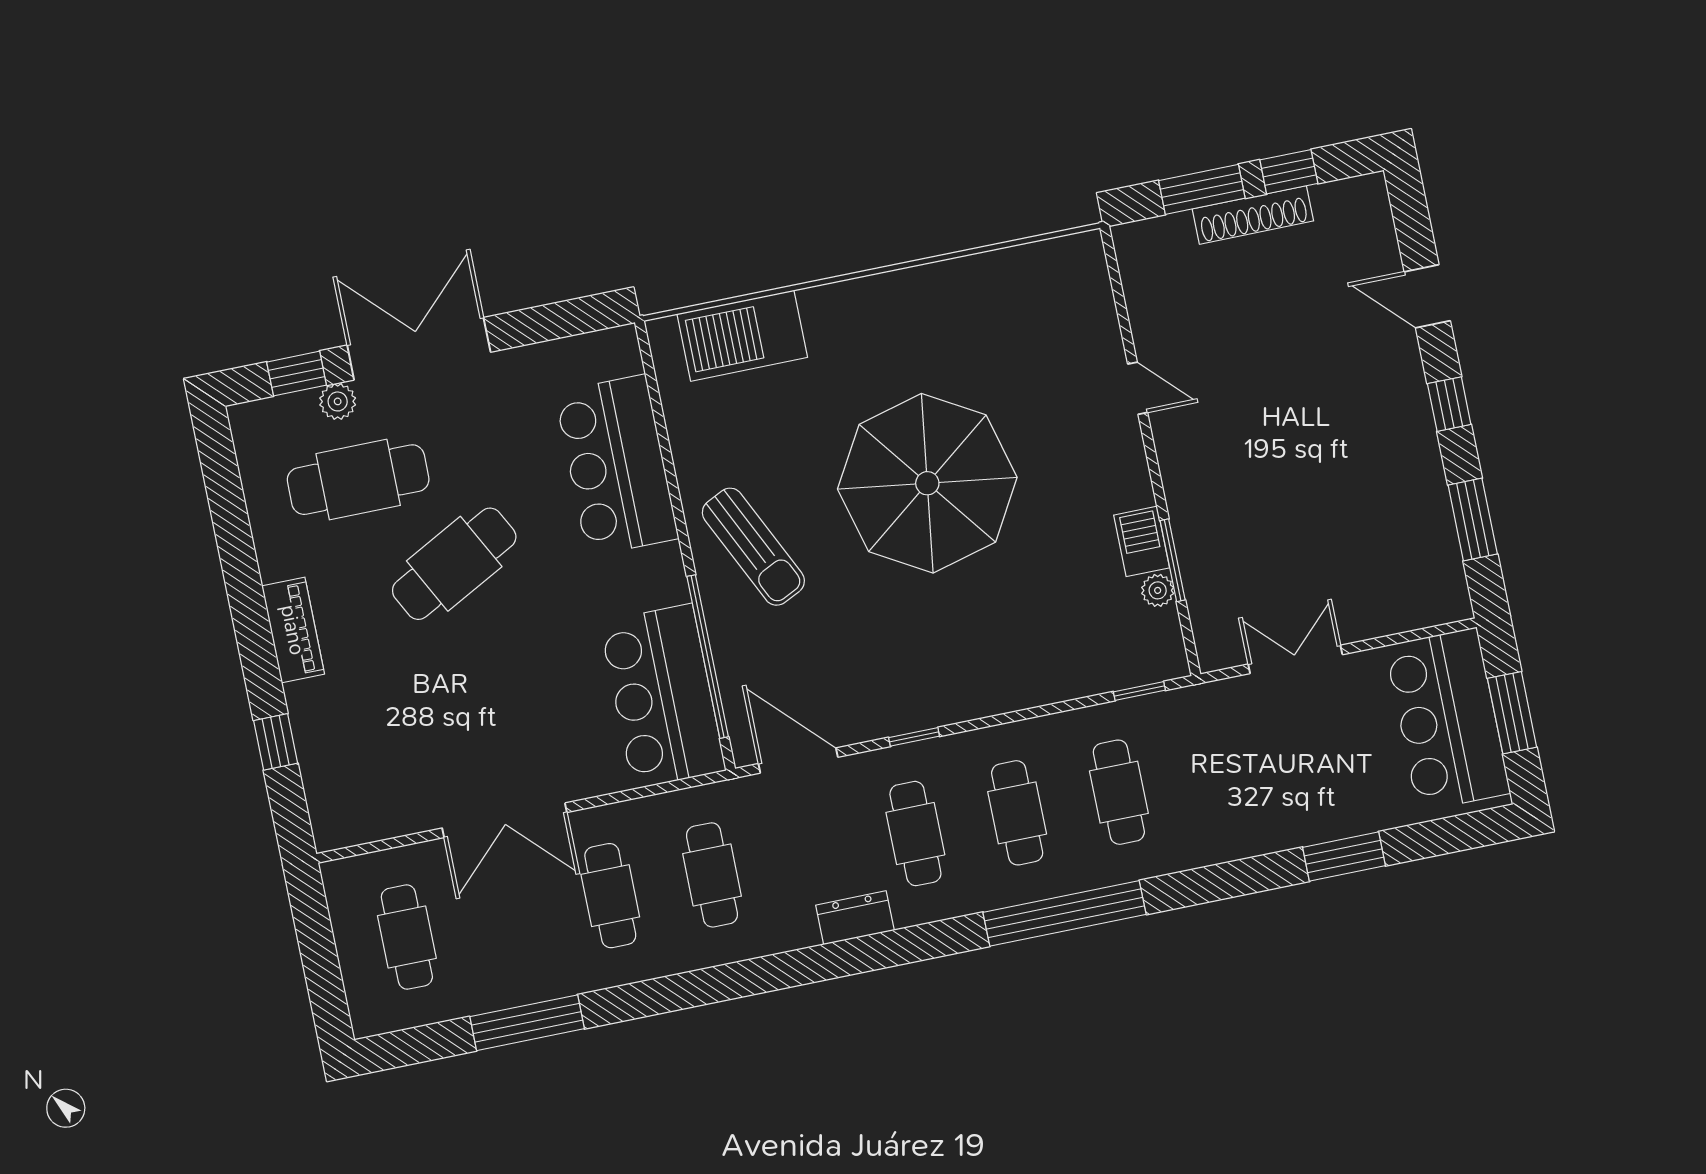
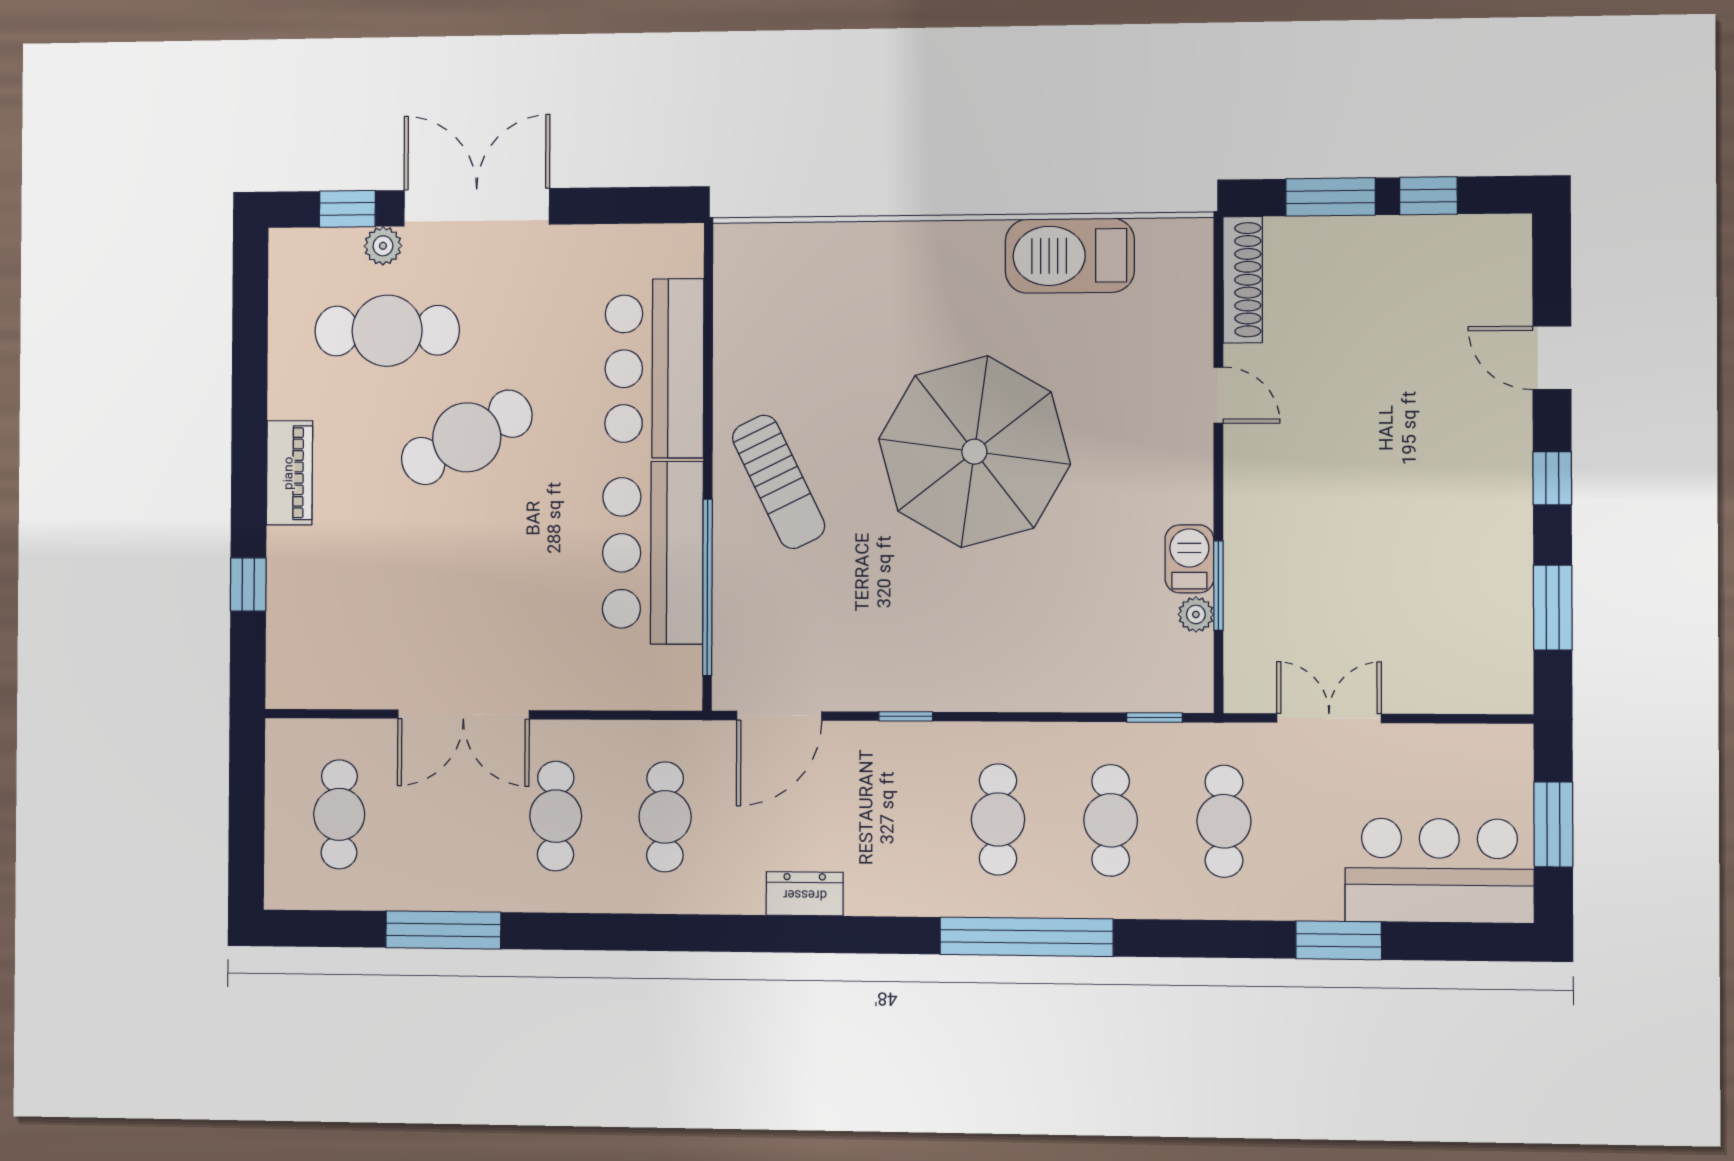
shoe rack: (1253, 215) -> (1243, 280), moved, turned -90
barbecue: (742, 336) -> (1070, 256), moved
bar counter: (663, 696) -> (653, 553), moved
bar counter: (1448, 720) -> (1439, 871), moved, turned 90
door: (798, 760) -> (779, 716), swing flipped
cafe table: (915, 834) -> (1224, 821), moved

